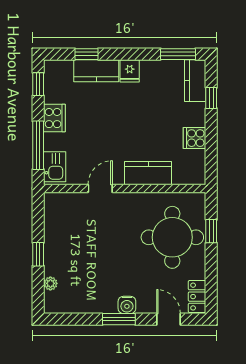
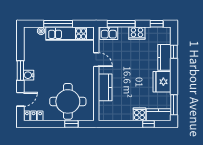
fridge: (130, 71) -> (162, 82), width x1.88, depth x1.34
cooker: (194, 138) -> (139, 114), moved
kitchen unit: (55, 234) -> (70, 34), added
window: (38, 254) -> (58, 24), width x2.17

